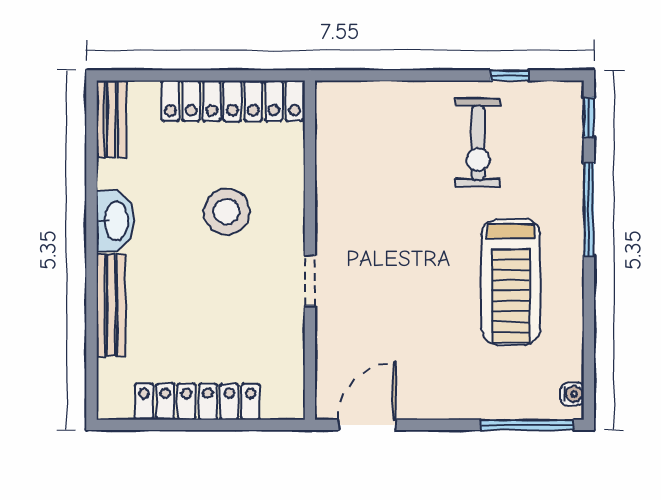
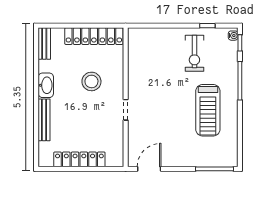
water cooler: (572, 394) -> (233, 36), moved

